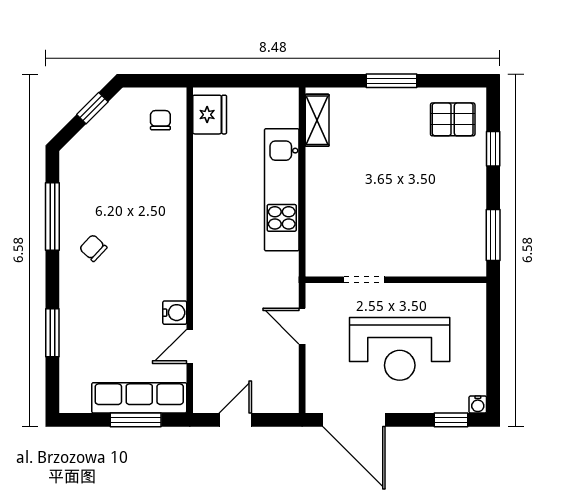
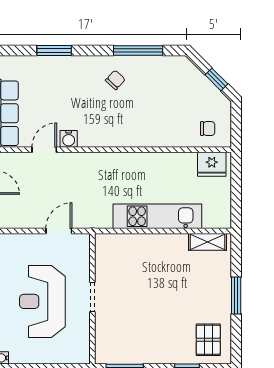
doorway: (364, 280) -> (92, 297), moved
door: (190, 346) -> (44, 150), hinge flipped

